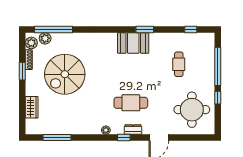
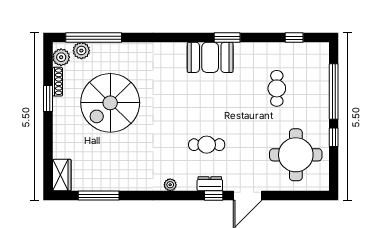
cafe table: (131, 103) -> (207, 145), width x0.73, depth x0.74
wardrobe: (32, 107) -> (62, 175), moved
window: (124, 138) -> (214, 196), moved

